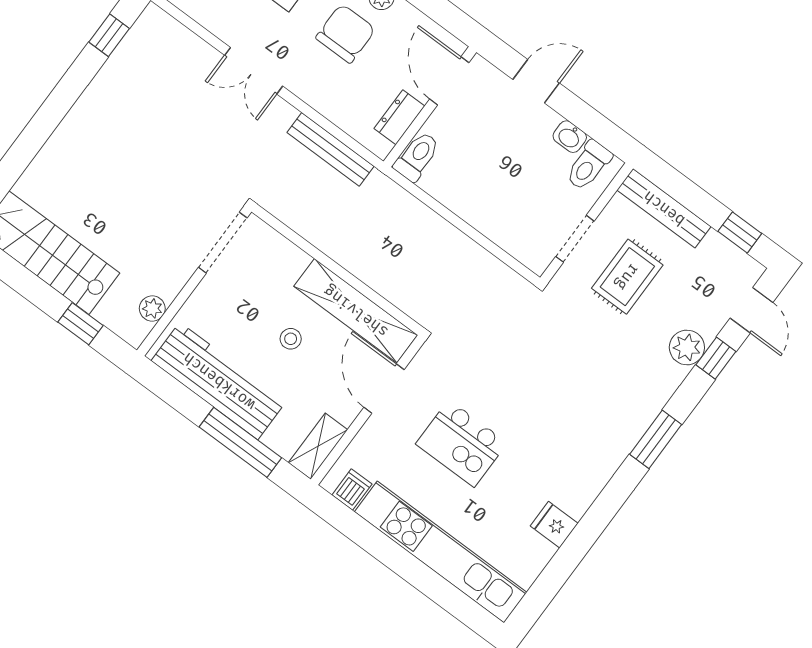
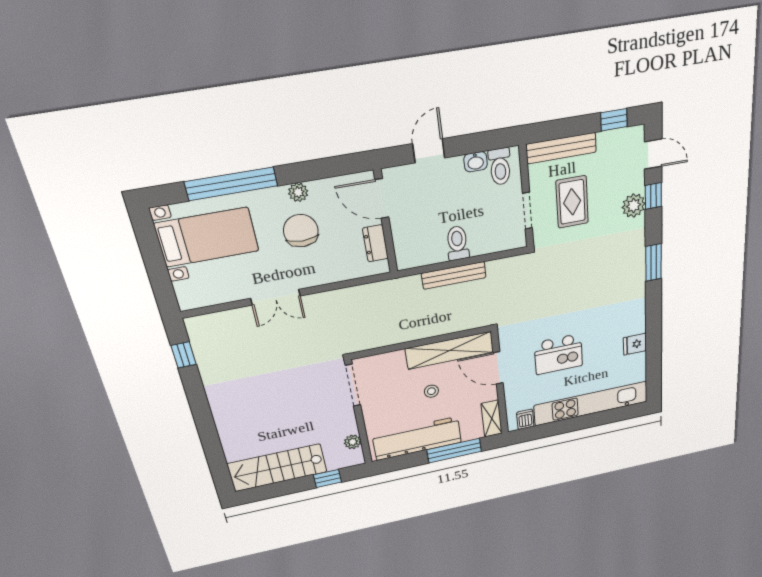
bench: (331, 149) -> (454, 275), moved
toilet: (417, 156) -> (457, 243), moved

